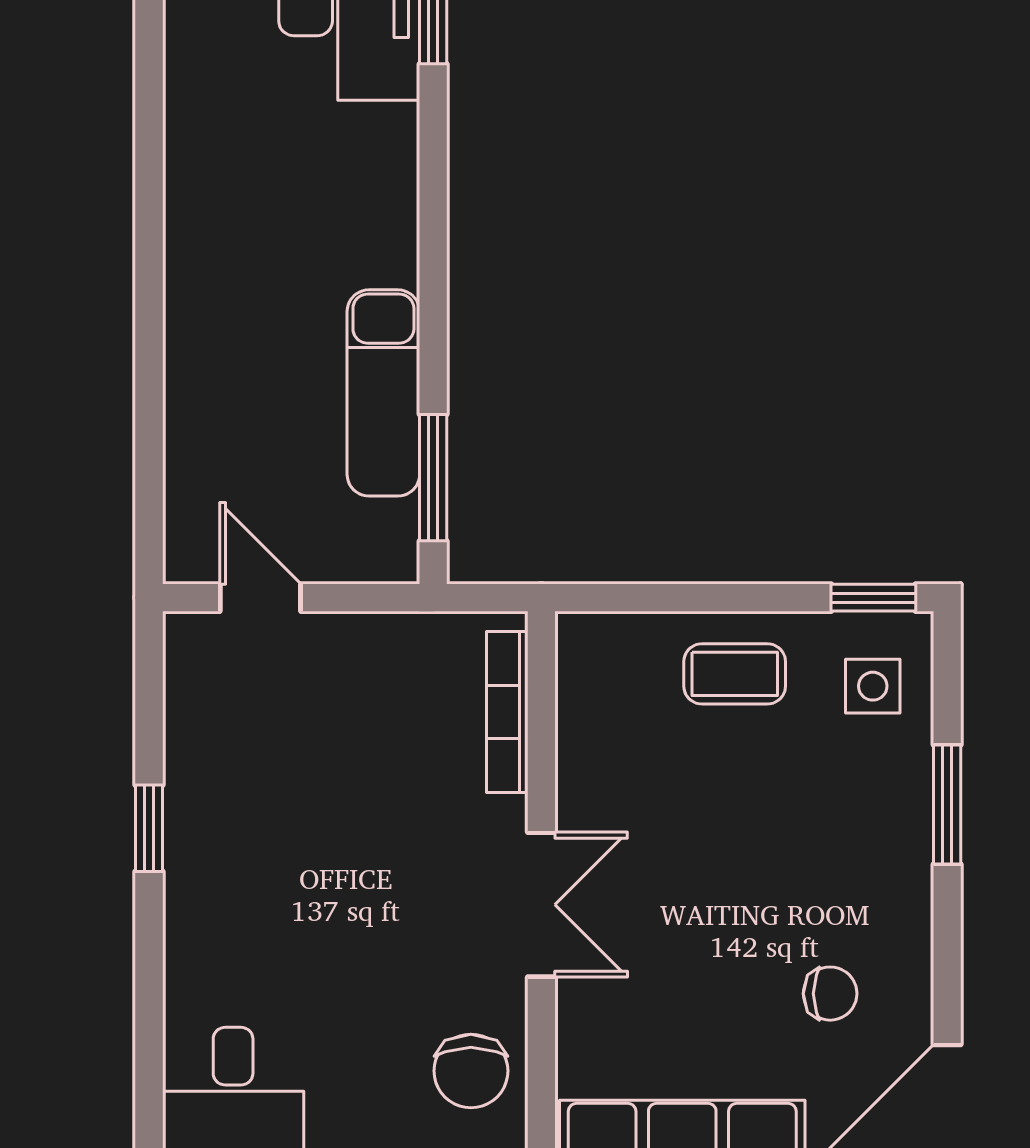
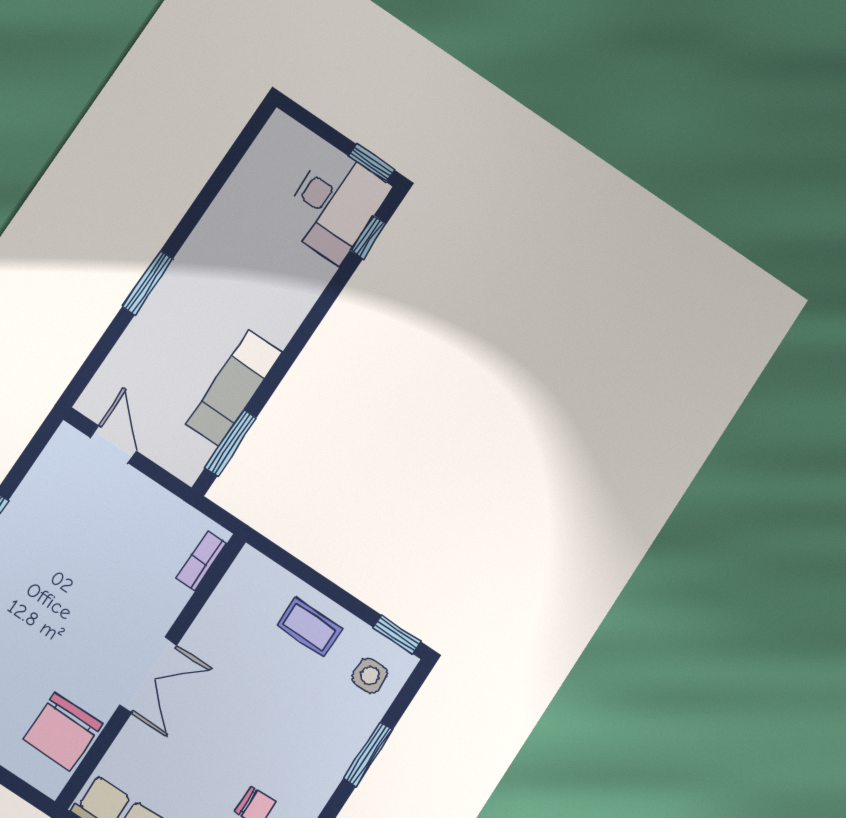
window: (149, 321) -> (148, 283), added
bookcase: (507, 712) -> (201, 561), width x0.64
chair: (471, 1071) -> (63, 732), width x1.37, depth x1.37

